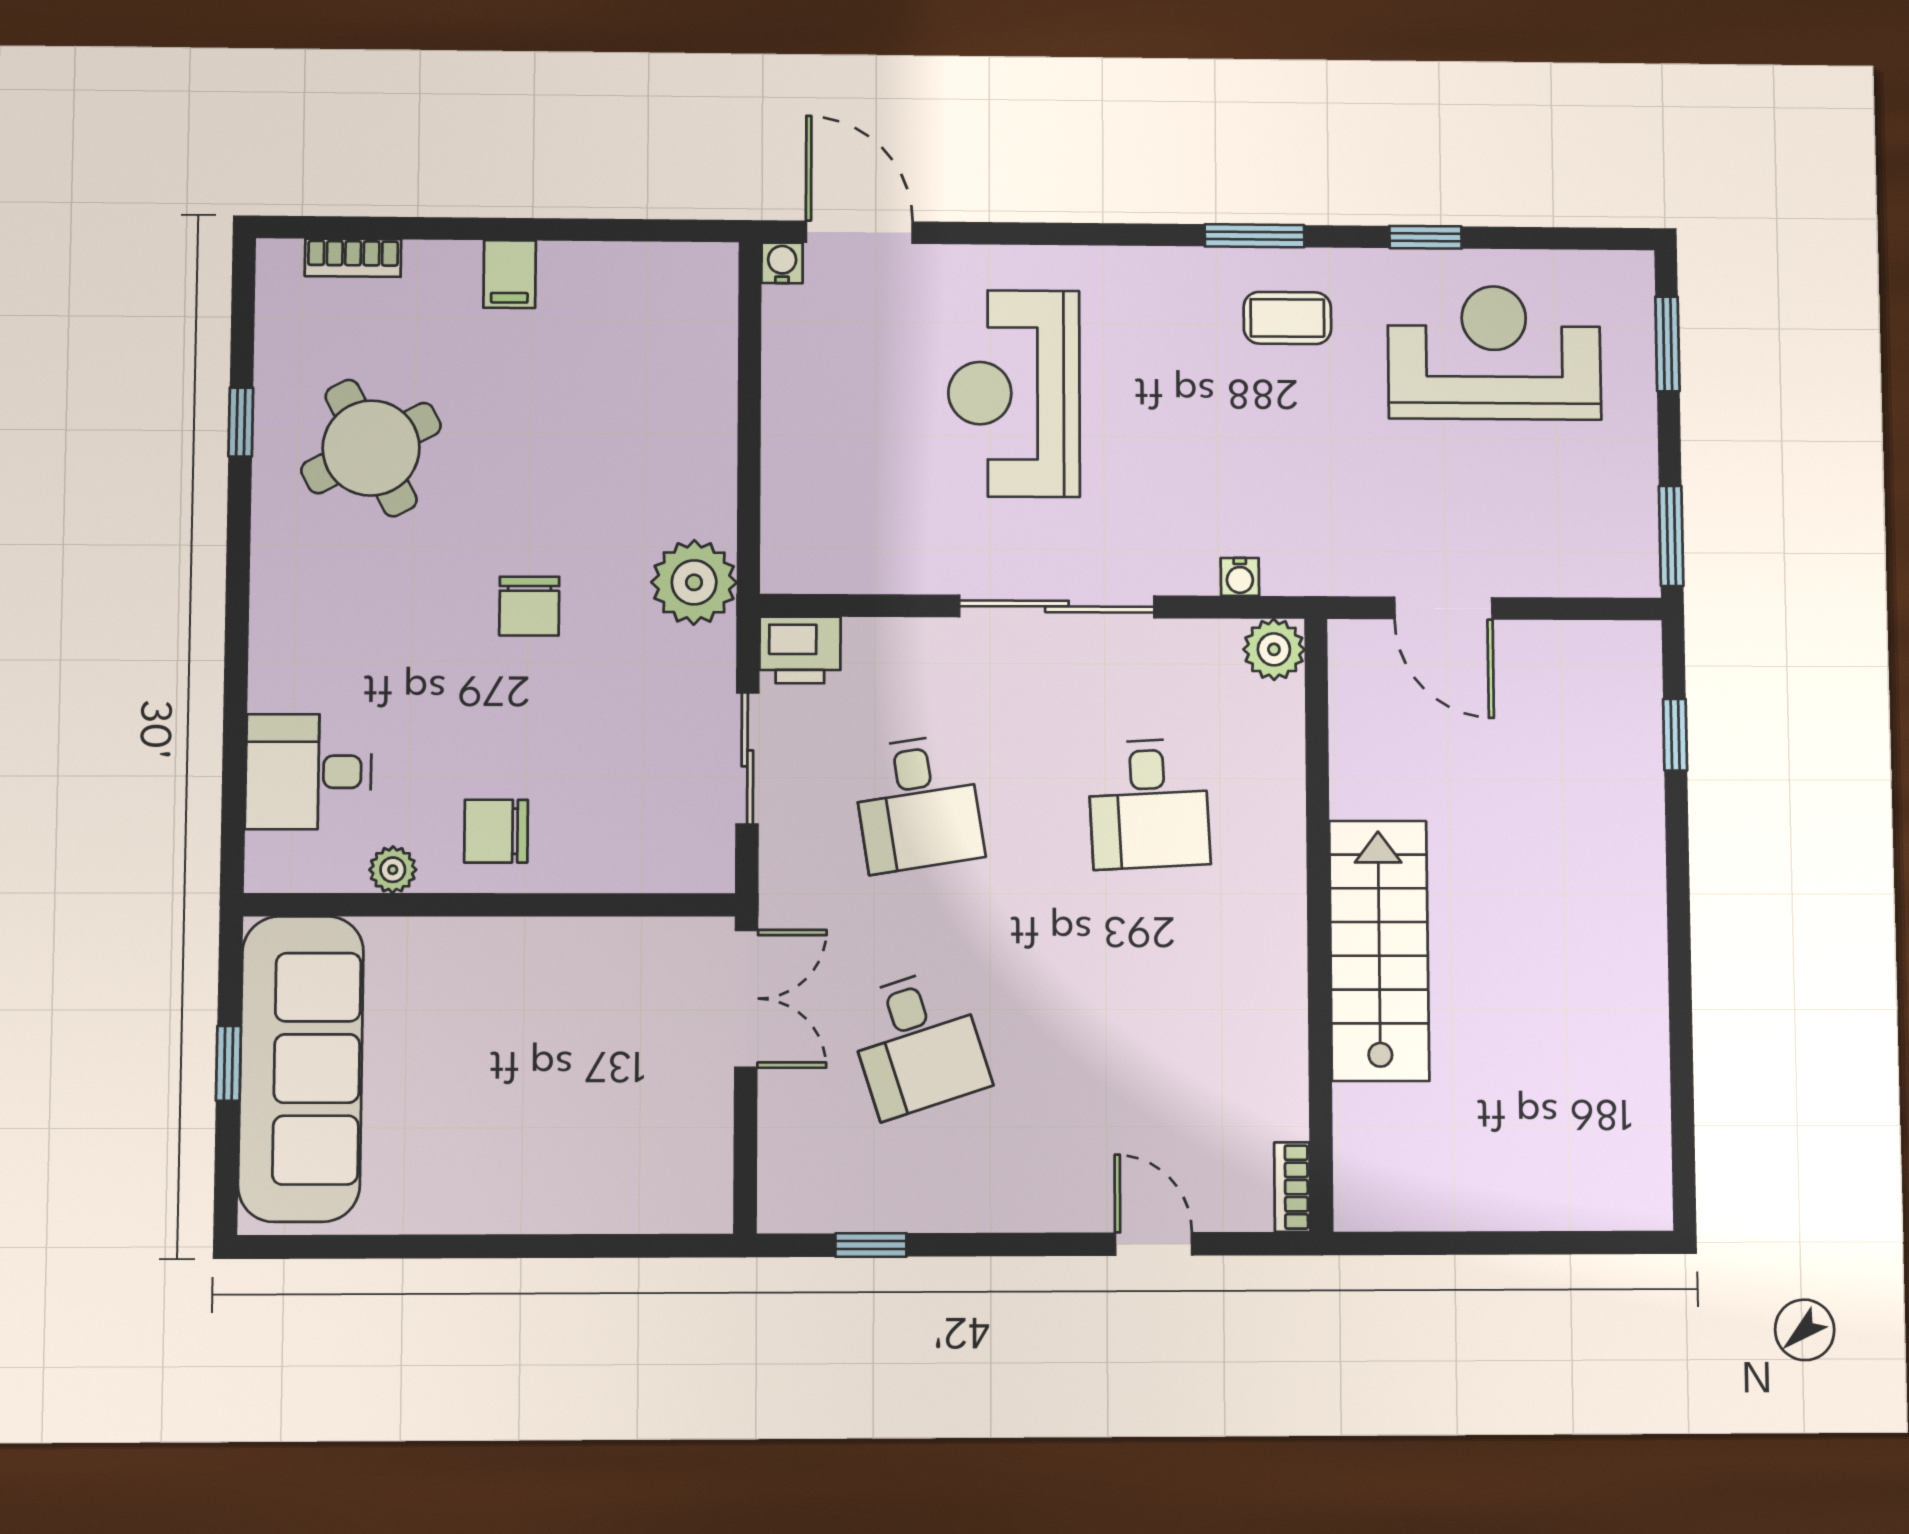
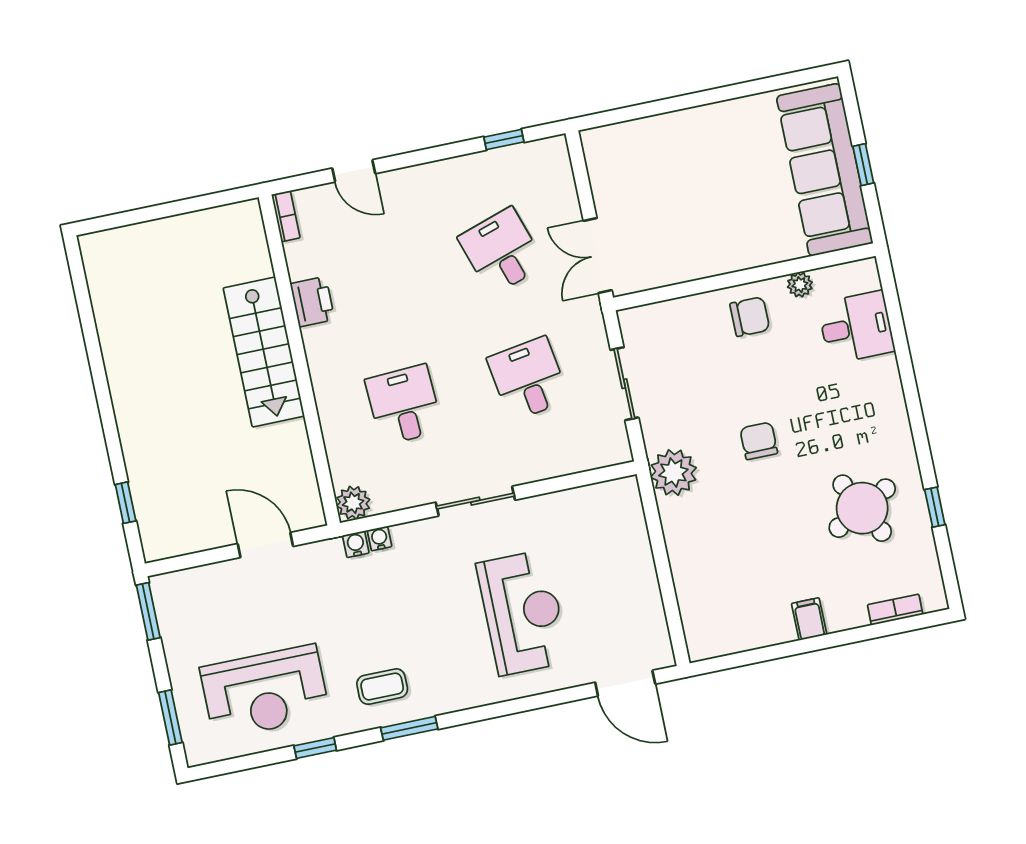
water cooler: (782, 263) -> (356, 544), moved, turned 180
sliding door: (1057, 606) -> (475, 501), width x0.73
printer: (800, 650) -> (312, 302), moved, turned 90

